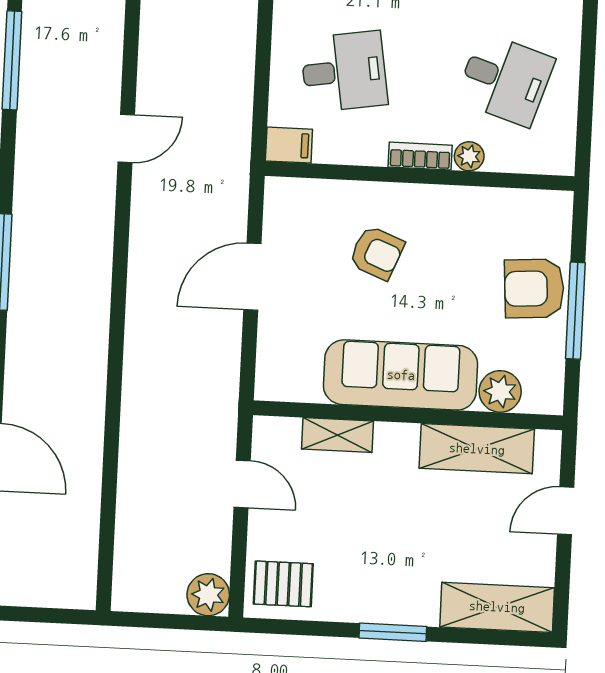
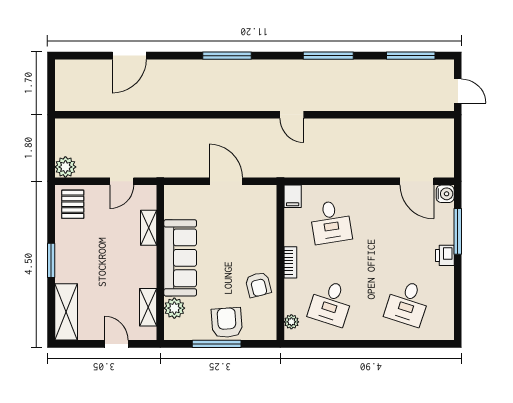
plant: (469, 156) -> (291, 322), moved
armchair: (377, 253) -> (258, 285), moved, turned -36
shelving: (477, 449) -> (148, 307), width x0.67, depth x0.75

